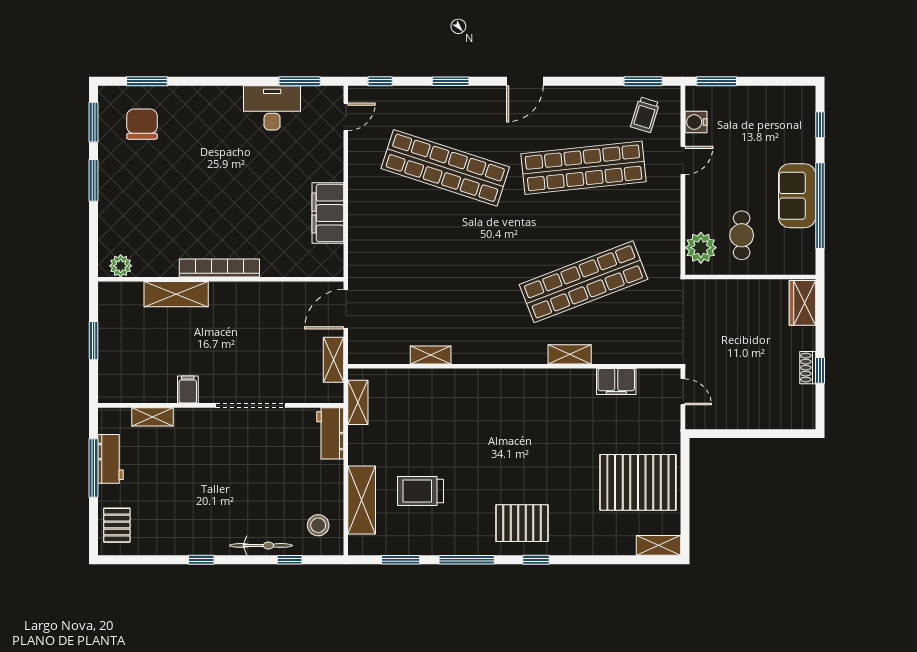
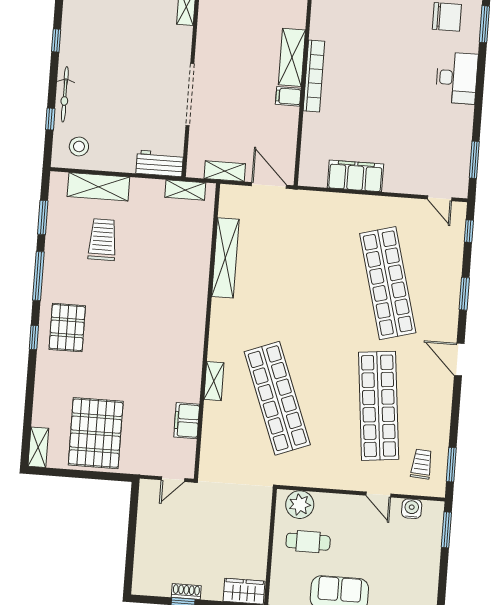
desk: (272, 108) -> (457, 78), moved
trolley: (645, 115) -> (422, 464), turned 77
shop shelf: (445, 168) -> (388, 283), turned -33
shelving: (176, 294) -> (292, 57), moved
shelving: (431, 355) -> (225, 258), width x2.20, depth x1.33
filing cabinet: (188, 390) -> (288, 96), moved, turned 180

